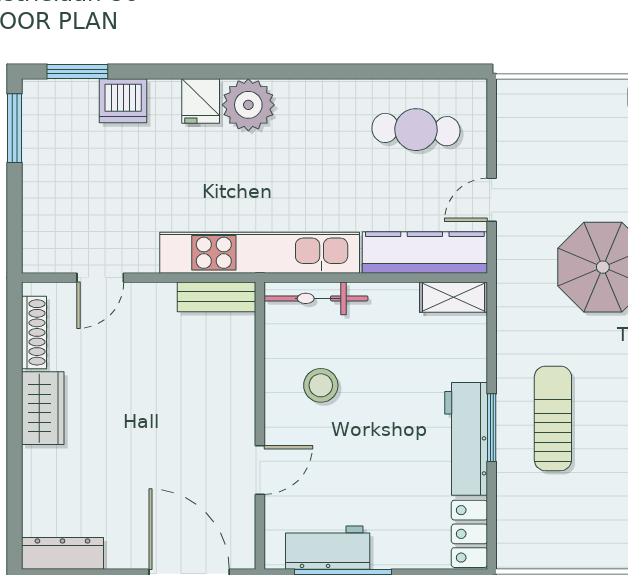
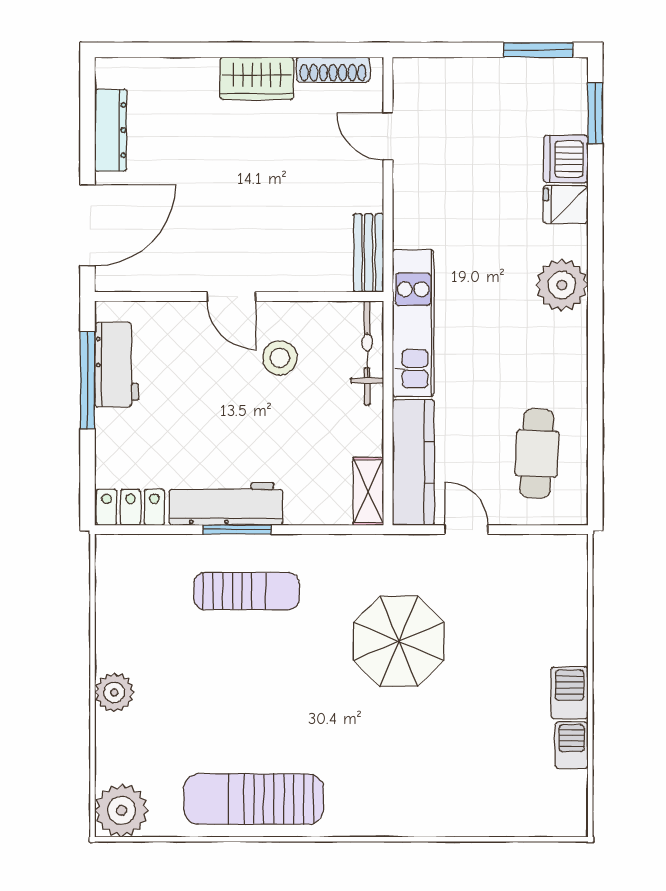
fridge: (201, 101) -> (566, 204), moved
kitchen unit: (260, 253) -> (413, 323), width x0.73
door: (260, 470) -> (231, 297), moved
dresser: (62, 553) -> (111, 130), moved

